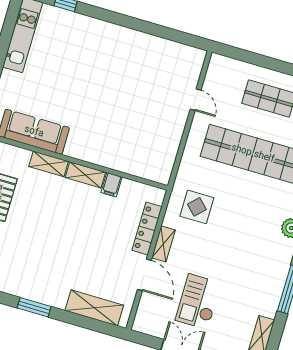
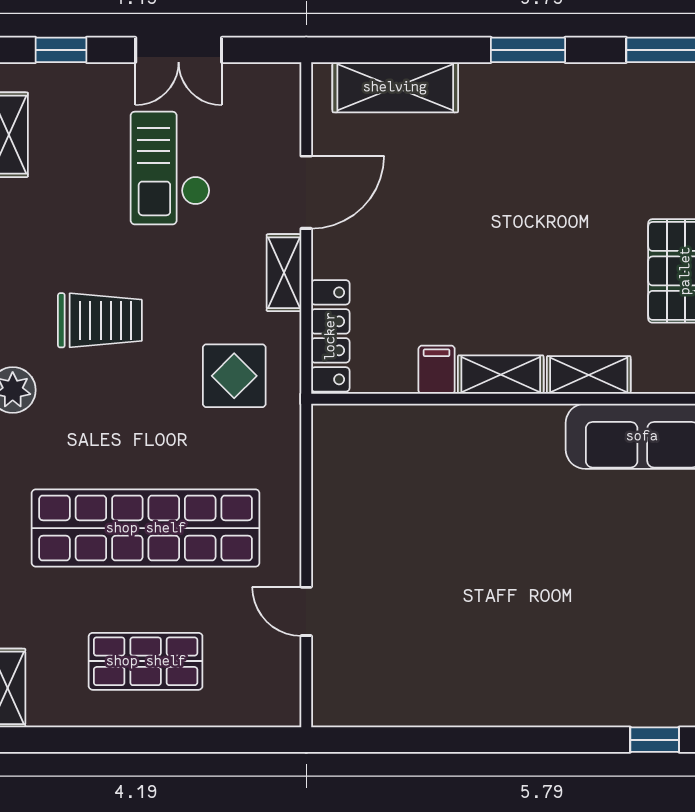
locker: (147, 228) -> (330, 336), moved
trolley: (246, 247) -> (100, 320), added
door: (144, 275) -> (306, 192), swing flipped
checkout: (198, 302) -> (170, 168), turned 180

